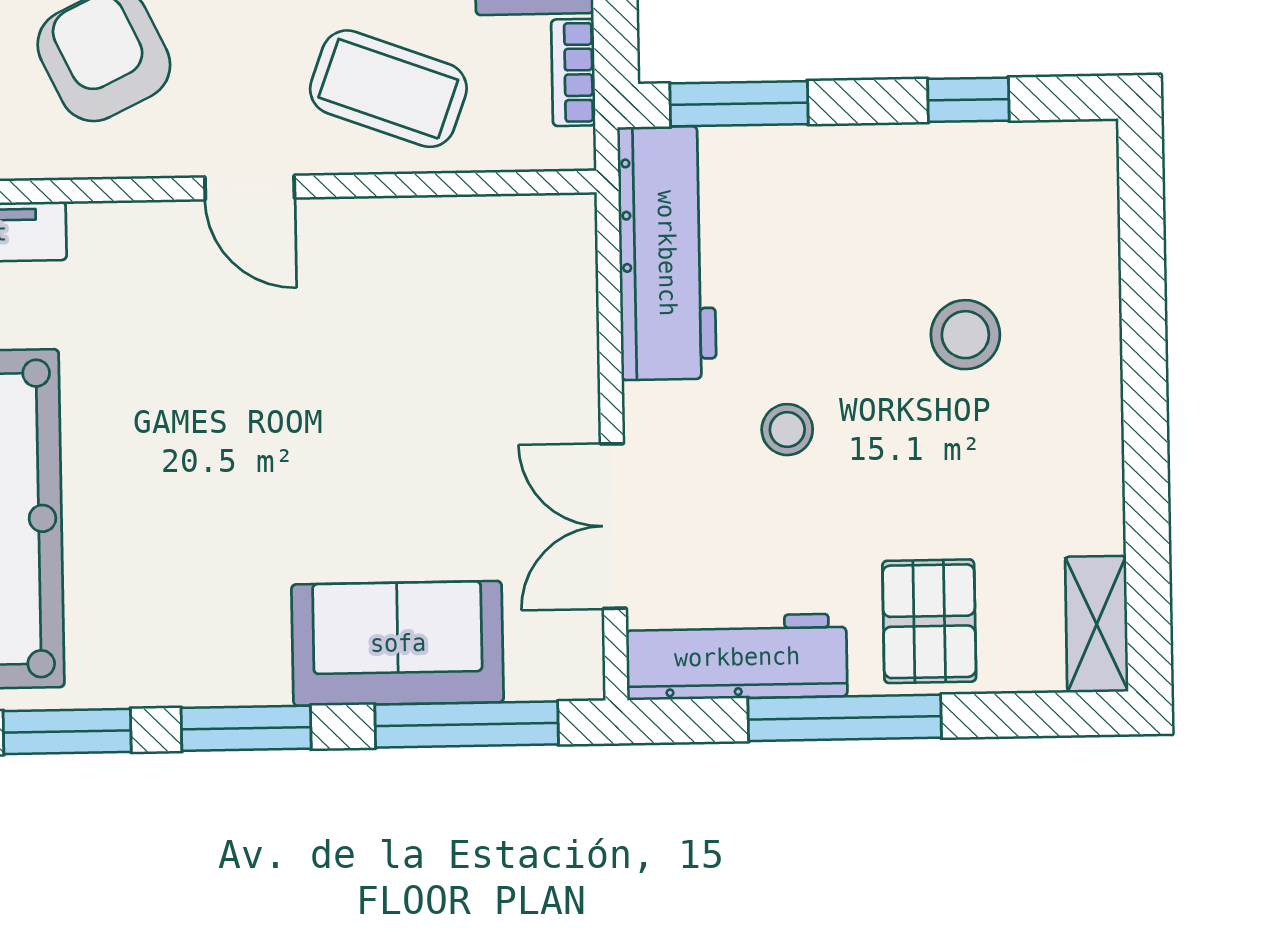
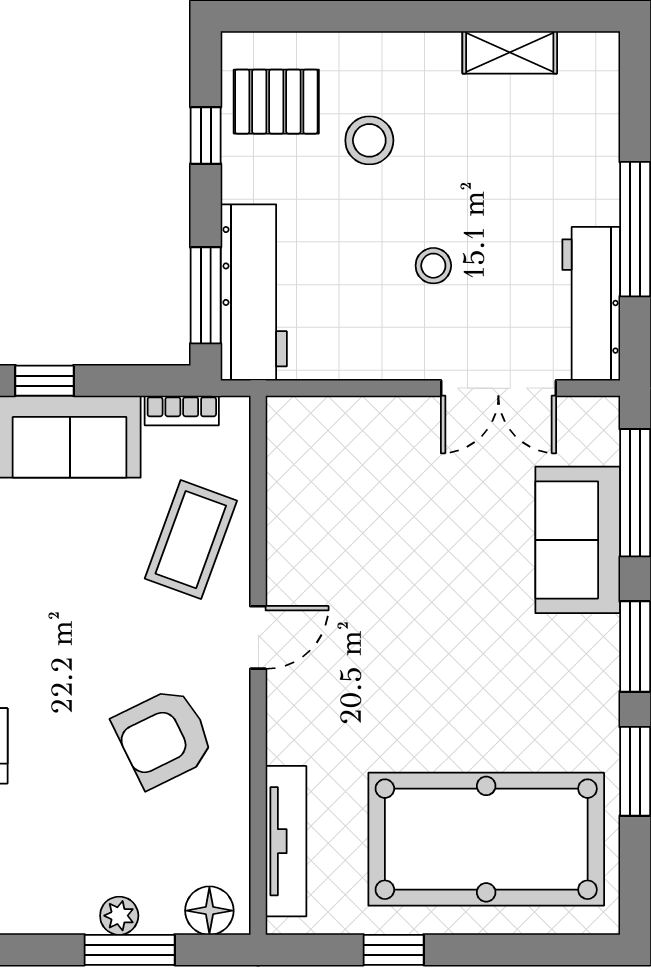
workbench: (667, 253) -> (254, 292), moved, turned 90
pallet: (929, 621) -> (276, 102), moved
shelving: (1097, 624) -> (510, 52), moved

